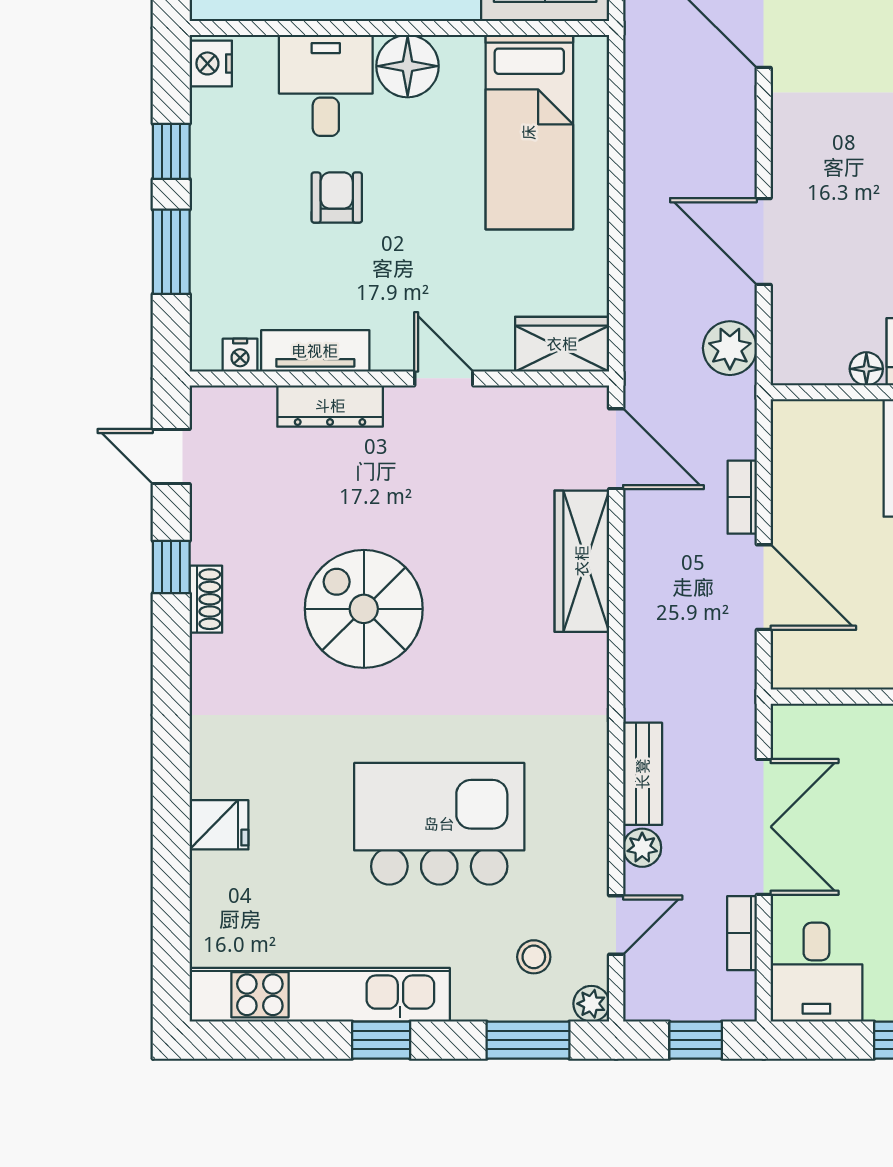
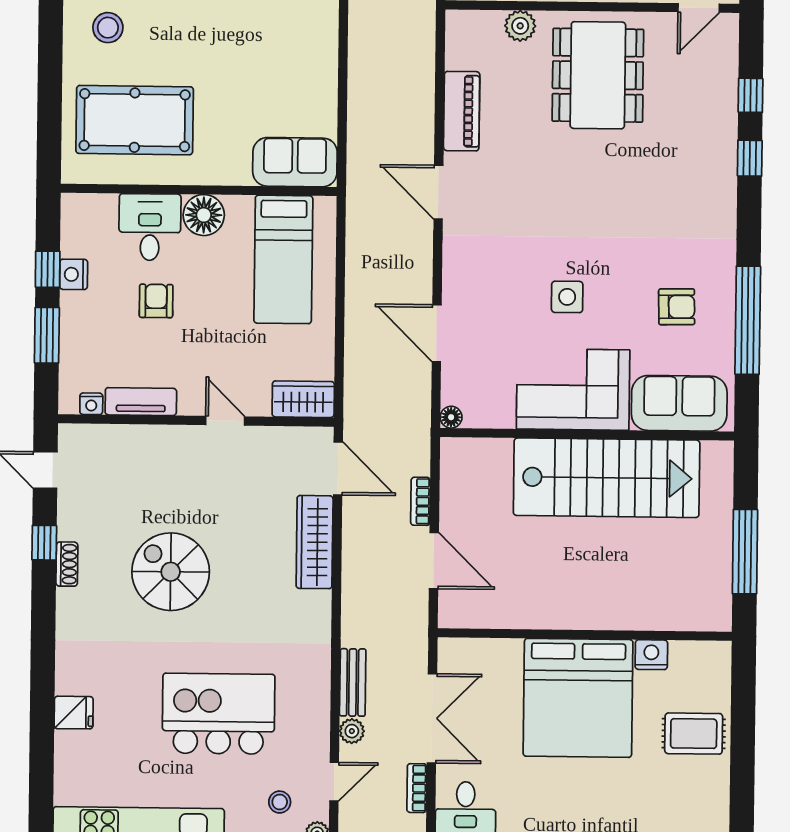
nightstand: (211, 63) -> (74, 274), moved
plant: (730, 348) -> (414, 403), removed
floor lamp: (866, 369) -> (451, 417), moved
dresser: (330, 406) -> (150, 438), removed

